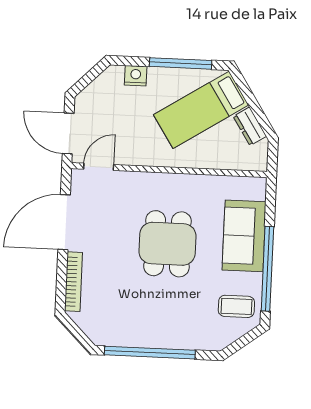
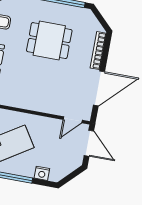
dining table: (167, 244) -> (49, 41), moved, turned 90

